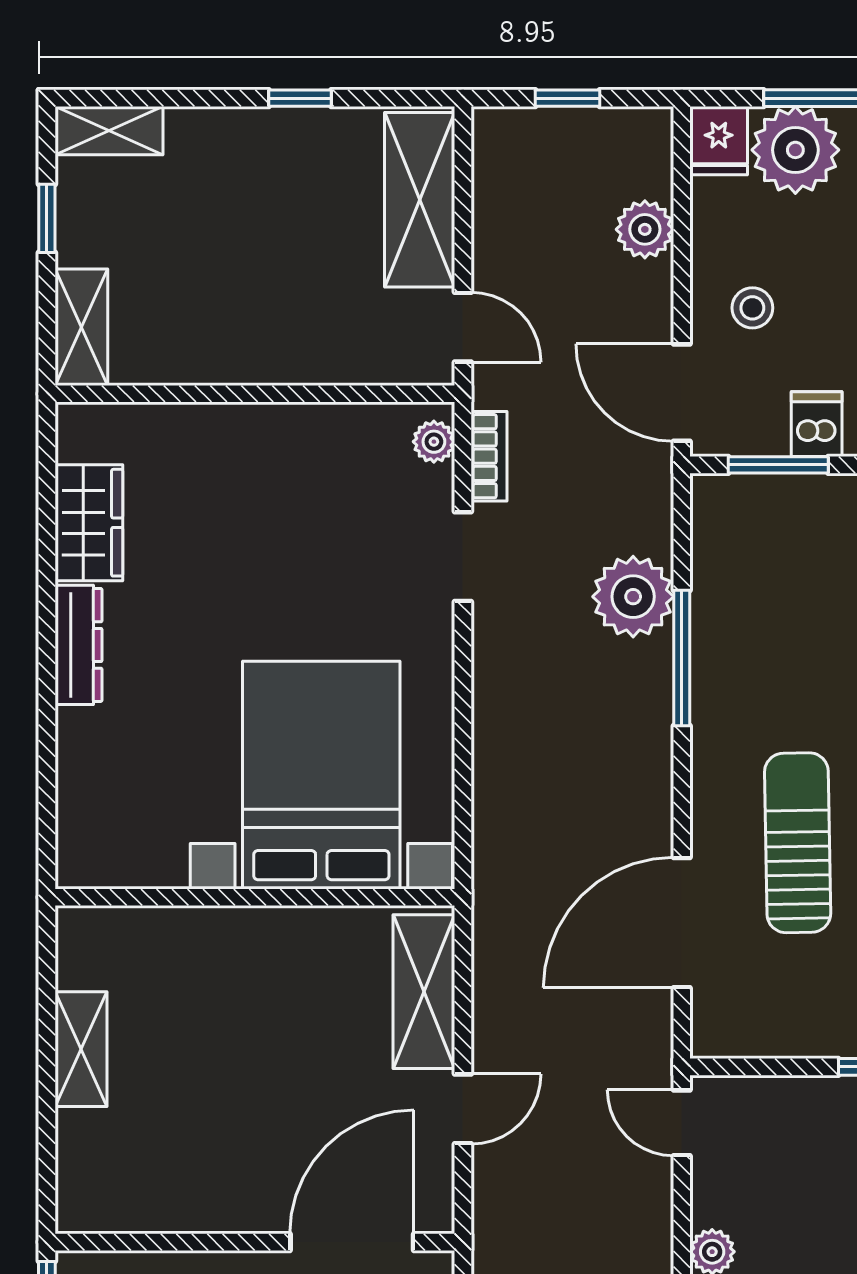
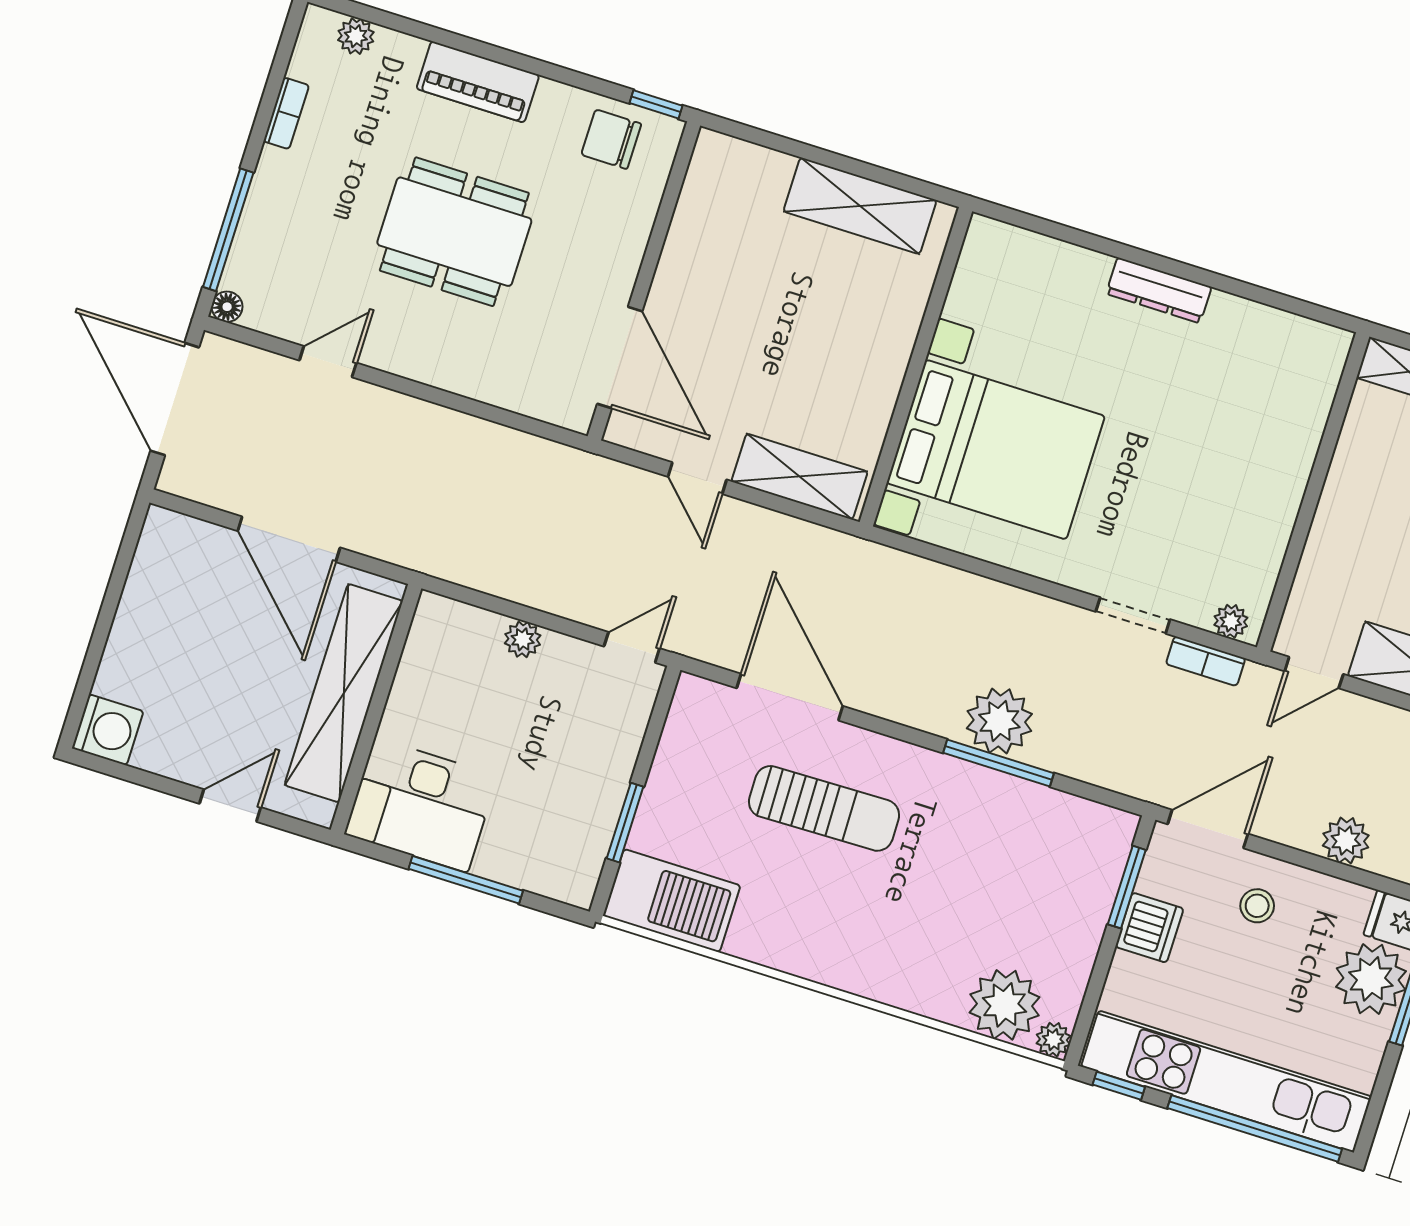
dishwasher: (817, 424) -> (1149, 928), width x1.38
wardrobe: (89, 523) -> (1253, 329), removed
plant: (633, 597) -> (999, 721), moved
shelving: (81, 1049) -> (860, 206), width x1.50, depth x1.33

